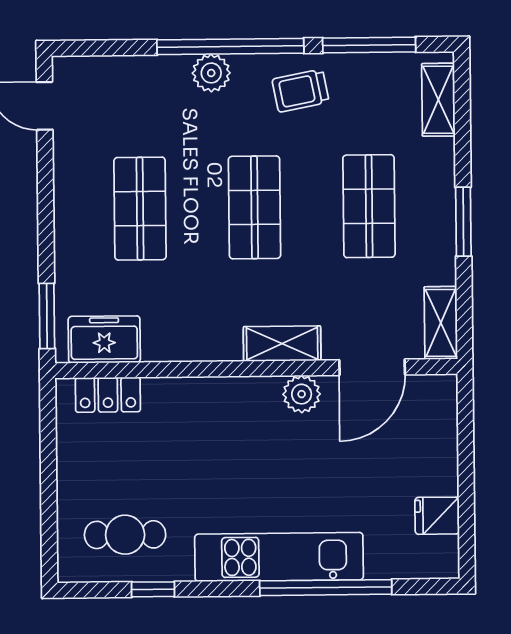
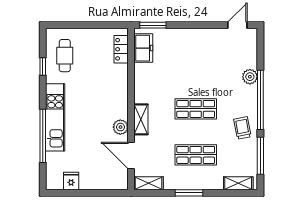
plant: (211, 73) -> (250, 77), moved
shop shelf: (140, 209) -> (196, 63), removed

